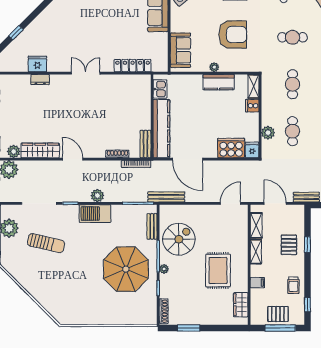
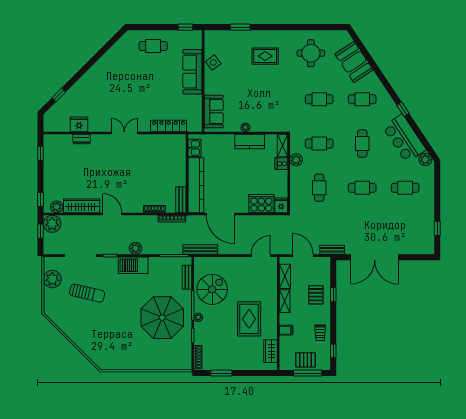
armchair: (233, 34) -> (263, 97), removed
cafe table: (293, 84) -> (319, 143), turned 90
plant: (268, 133) -> (296, 160), moved

